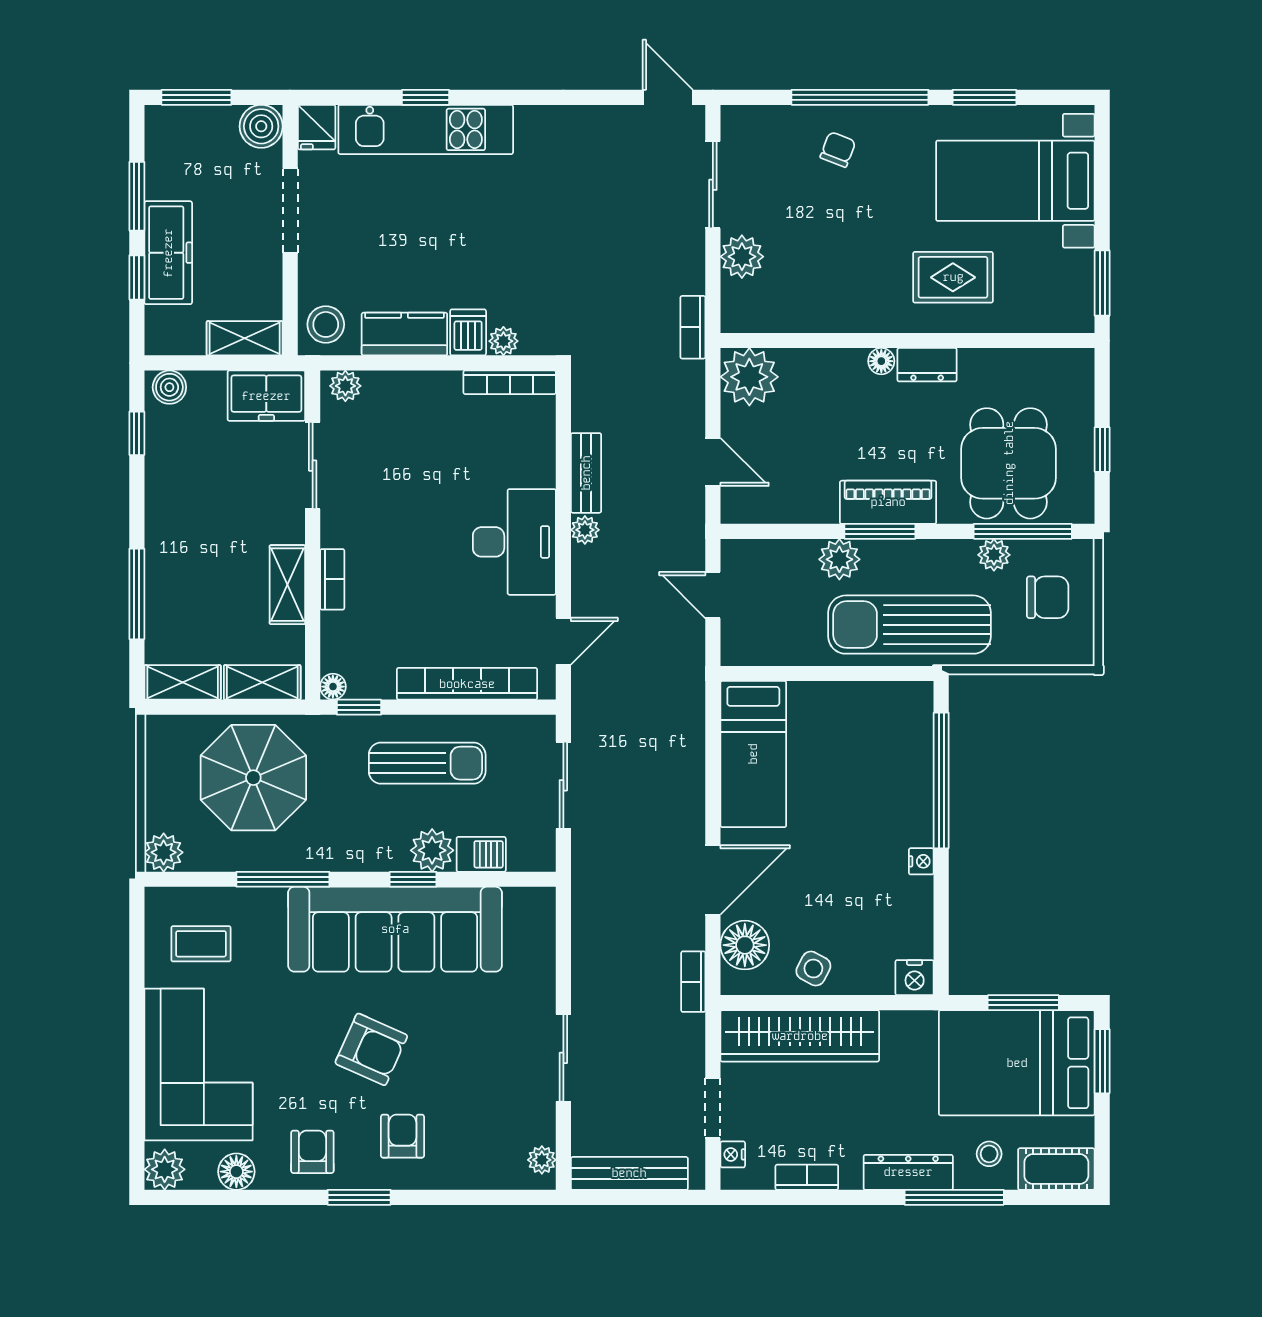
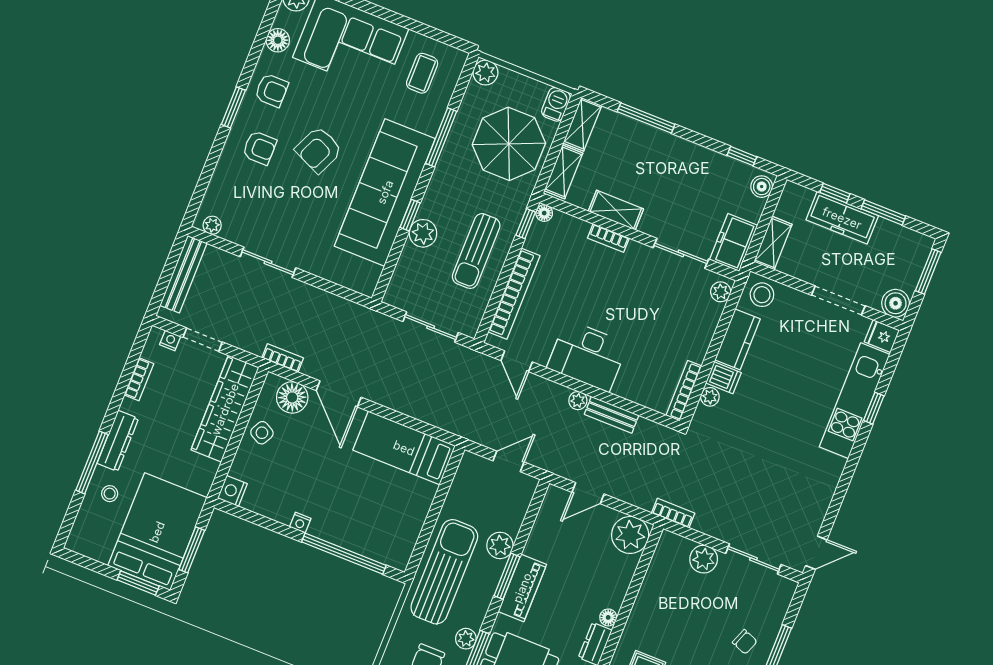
barbecue: (481, 854) -> (556, 104), moved, turned 180
cot: (1056, 1169) -> (85, 530), removed

